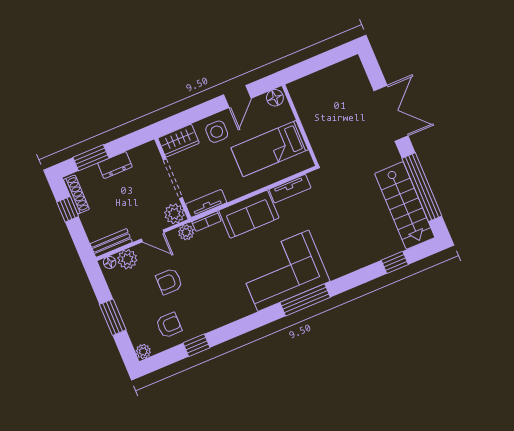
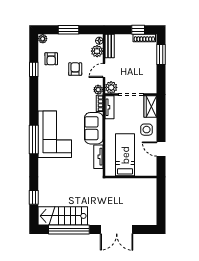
floor lamp: (275, 98) -> (152, 169), removed
dresser: (115, 165) -> (152, 66), removed

